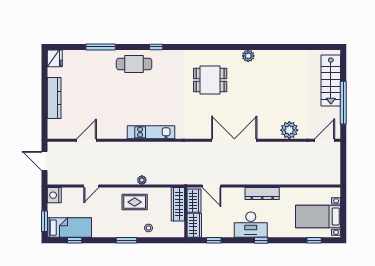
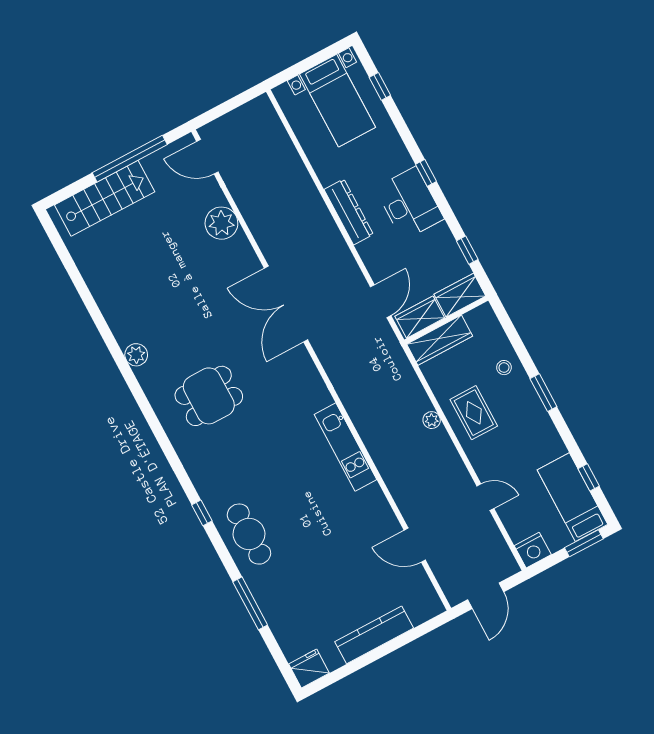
dining table: (210, 80) -> (209, 396), turned 90

